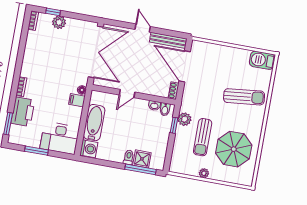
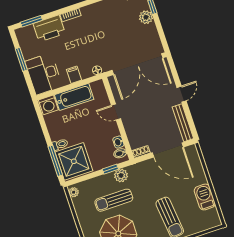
barbecue: (262, 60) -> (205, 197), moved
door: (185, 66) -> (168, 150), swing flipped
filing cabinet: (77, 100) -> (74, 75), moved
shower: (142, 159) -> (74, 161), width x1.86, depth x1.86
plant: (204, 173) -> (74, 192), moved

